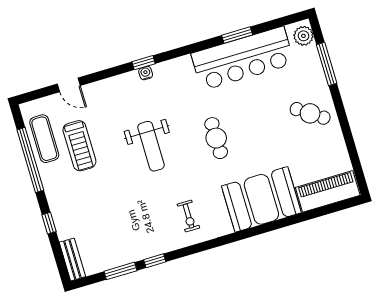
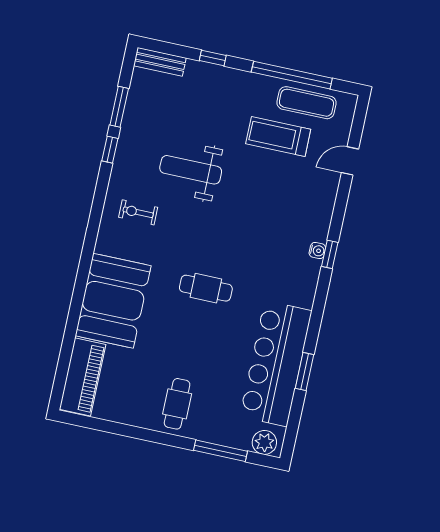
cafe table: (310, 113) -> (177, 404), turned -34
weight bench: (151, 146) -> (191, 170), moved

